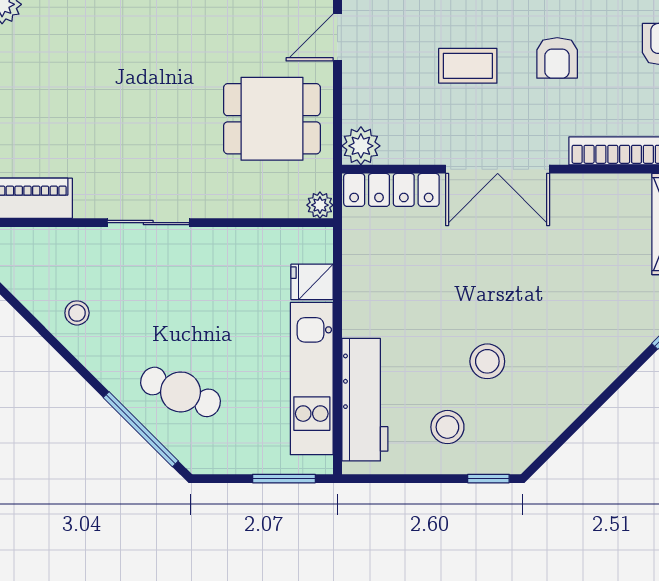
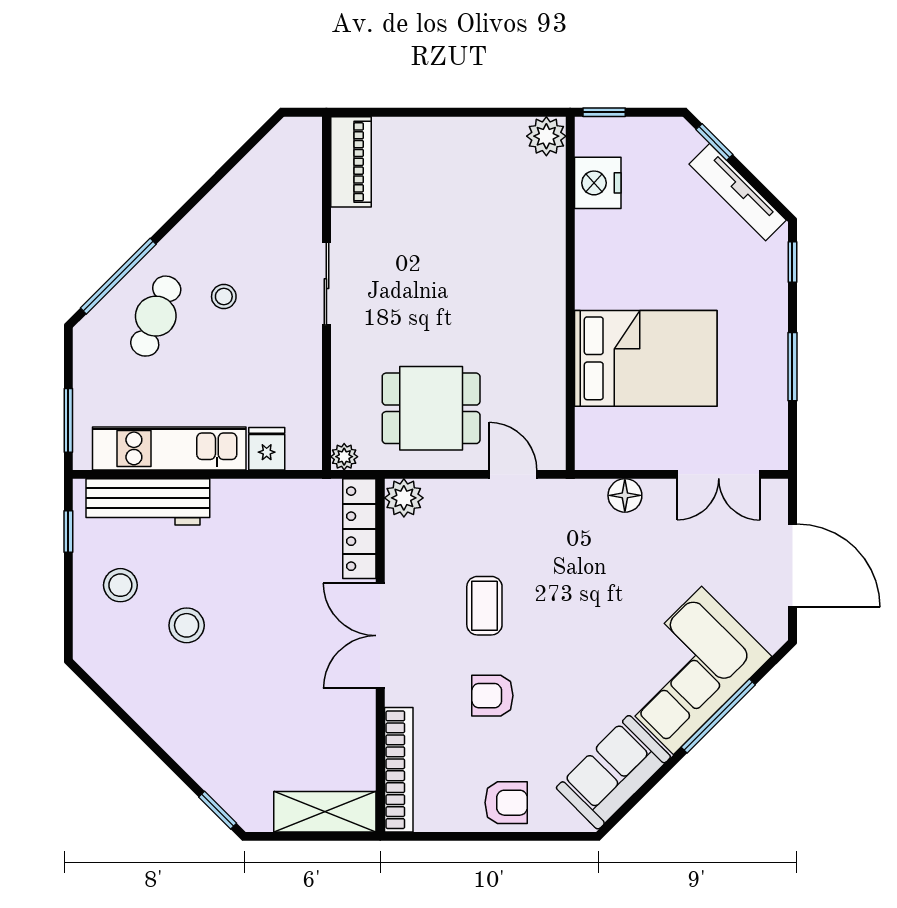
dining table: (272, 119) -> (431, 408), turned 90
stool: (77, 313) -> (224, 297), moved
window: (488, 479) -> (68, 532), moved

